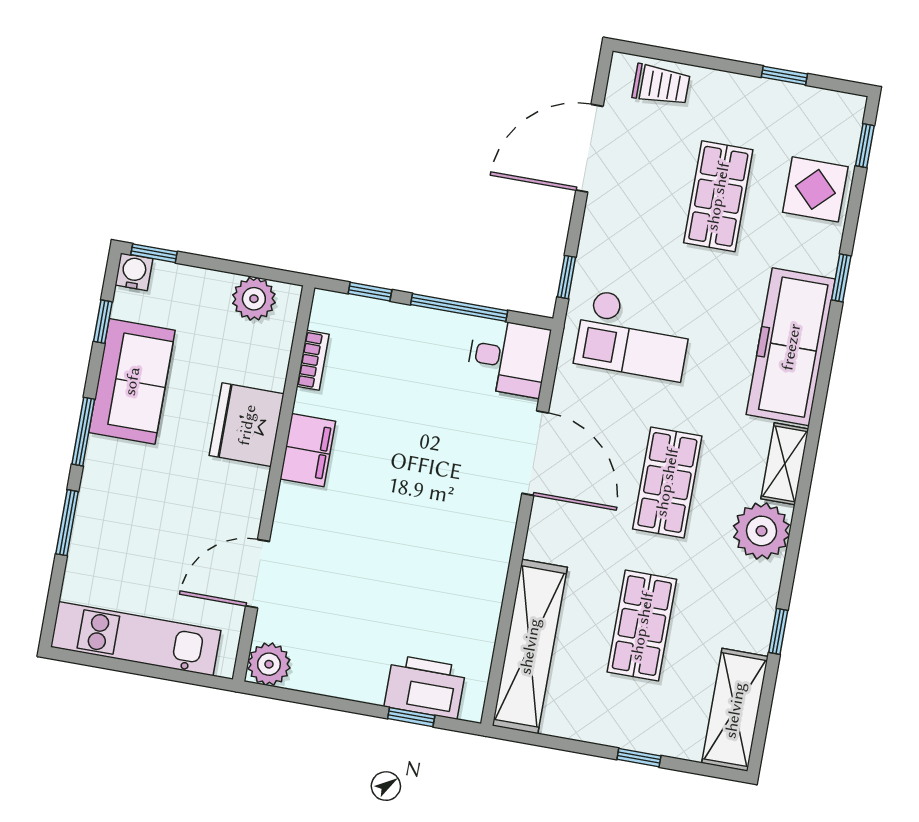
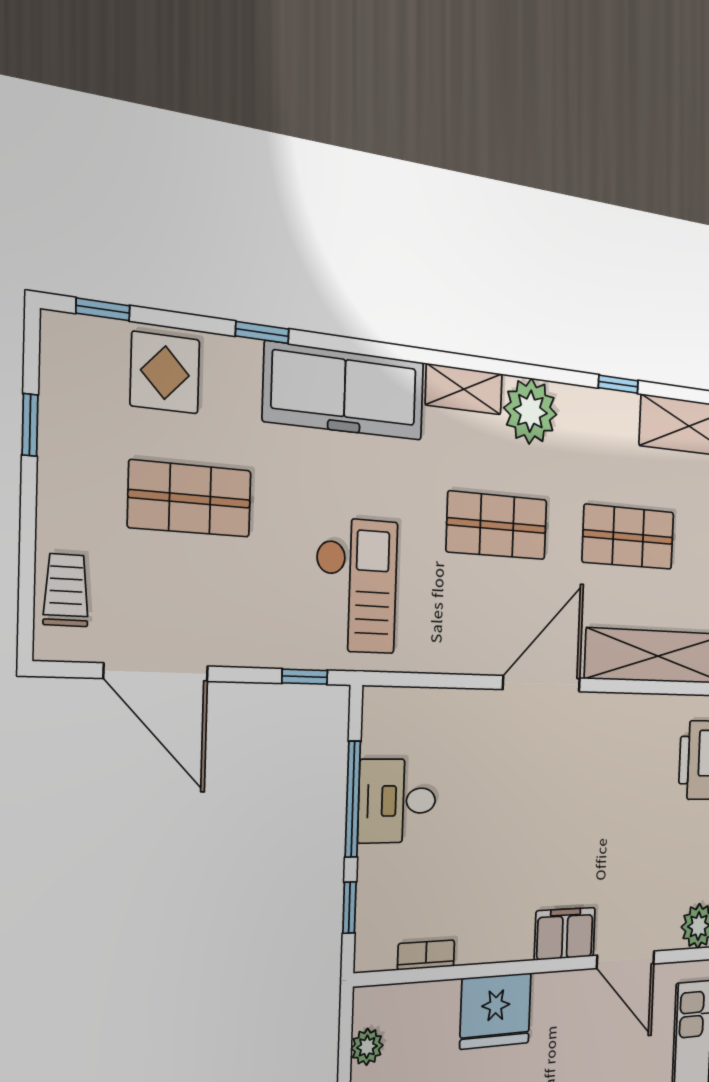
plant: (254, 299) -> (367, 1047), width x0.73, depth x0.73
desk: (508, 358) -> (397, 801), moved, turned -90
filing cabinet: (308, 450) -> (565, 934), moved
door: (535, 453) -> (542, 684), moved

